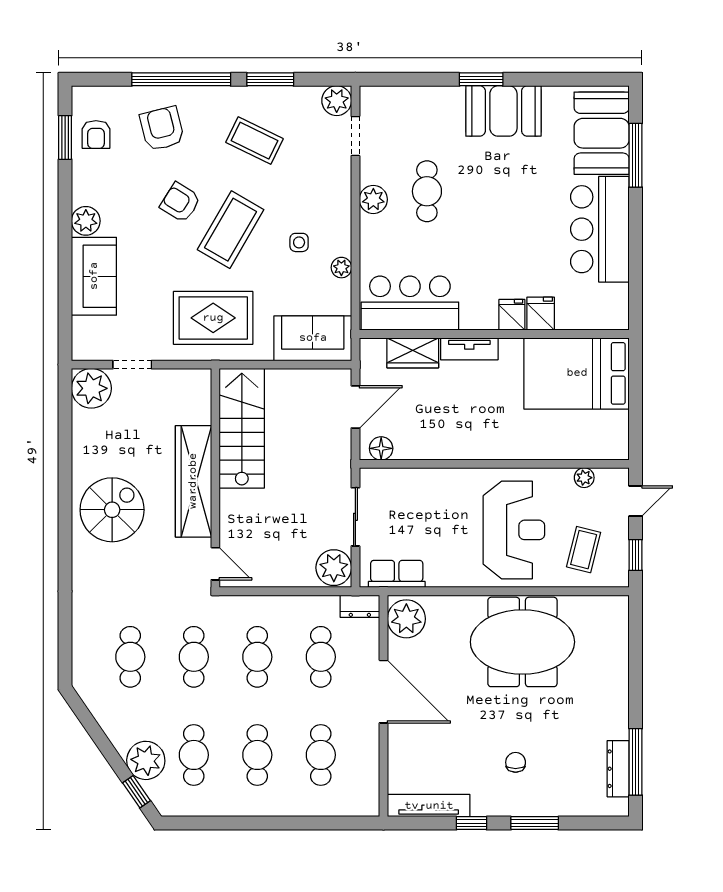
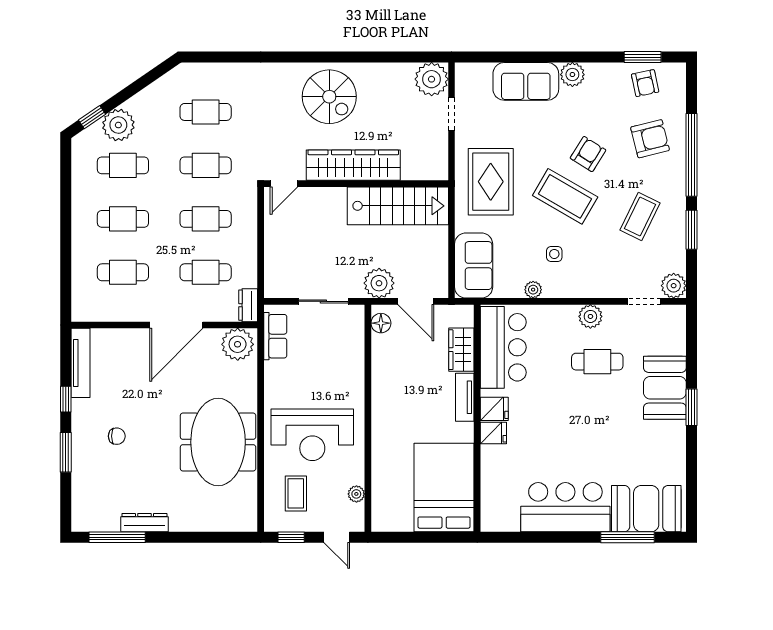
booth: (503, 111) -> (665, 388), moved
armchair: (96, 135) -> (645, 83), turned -102
fridge: (541, 314) -> (494, 409), moved
coffee table: (584, 550) -> (296, 493), turned 76
plant: (334, 568) -> (379, 283), moved
dresser: (618, 769) -> (144, 523), moved

